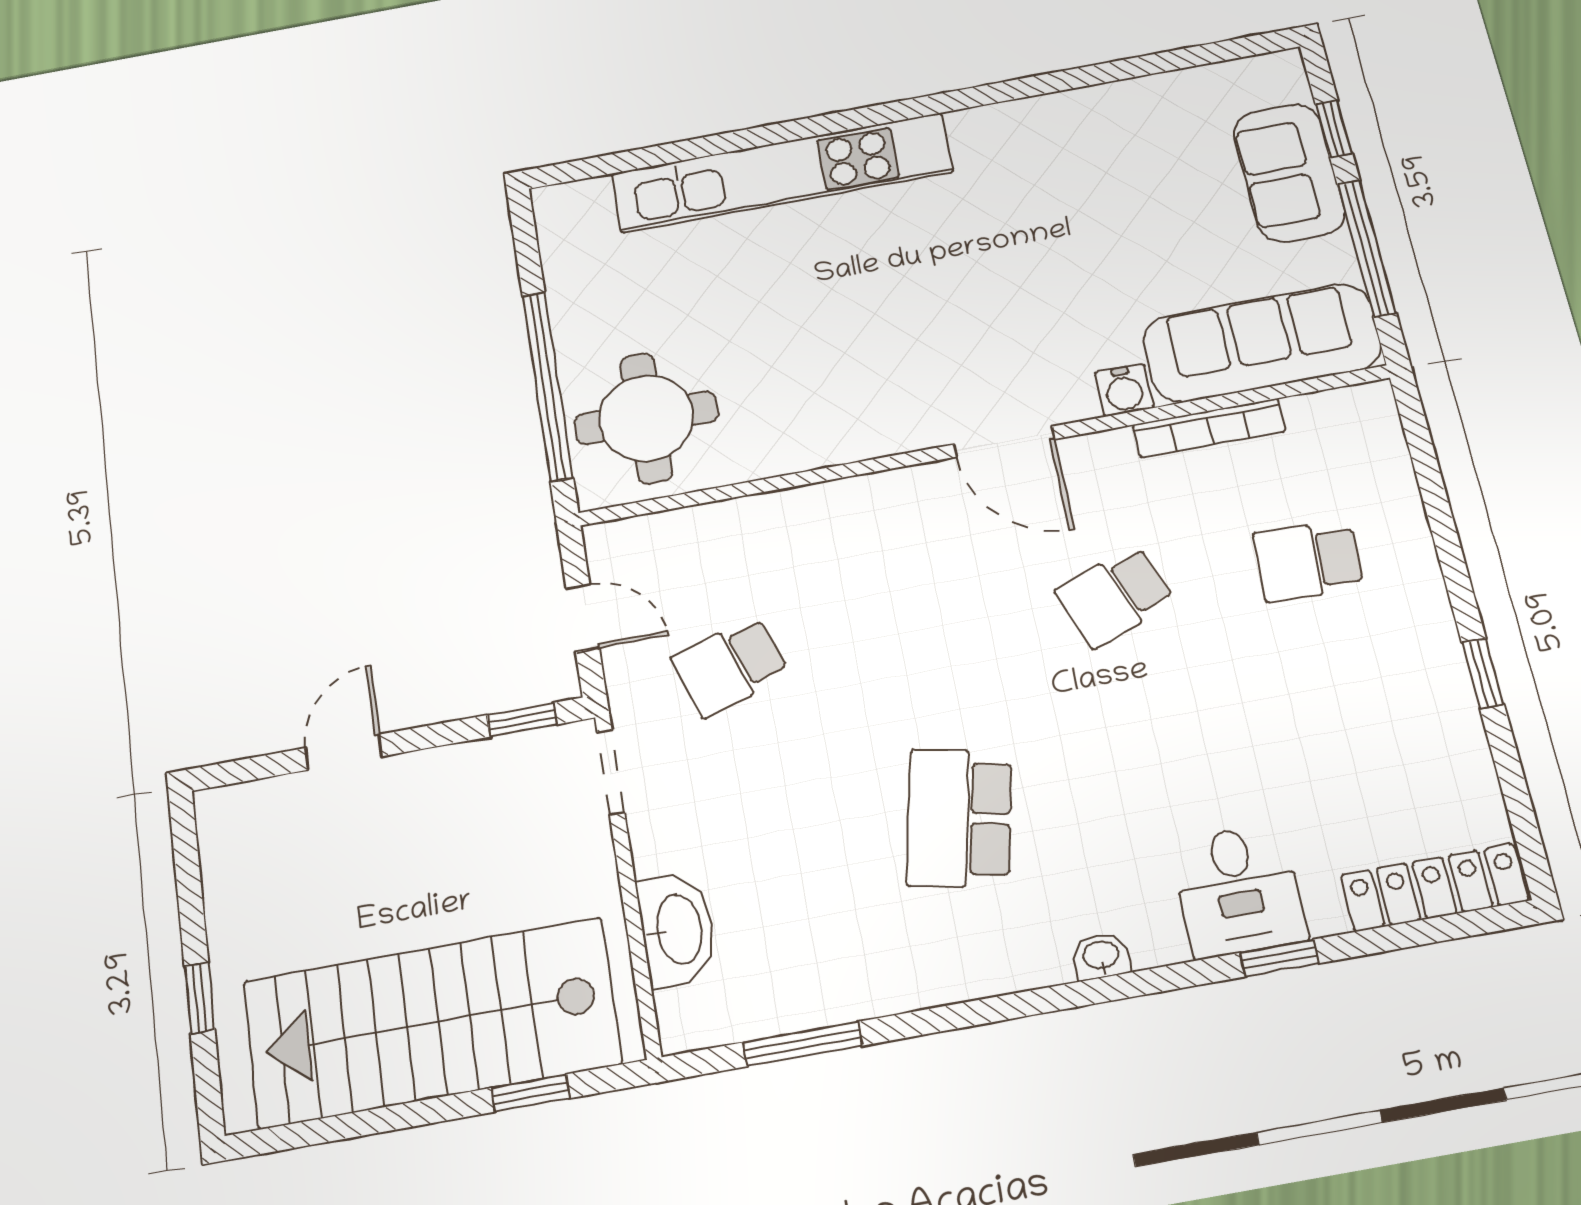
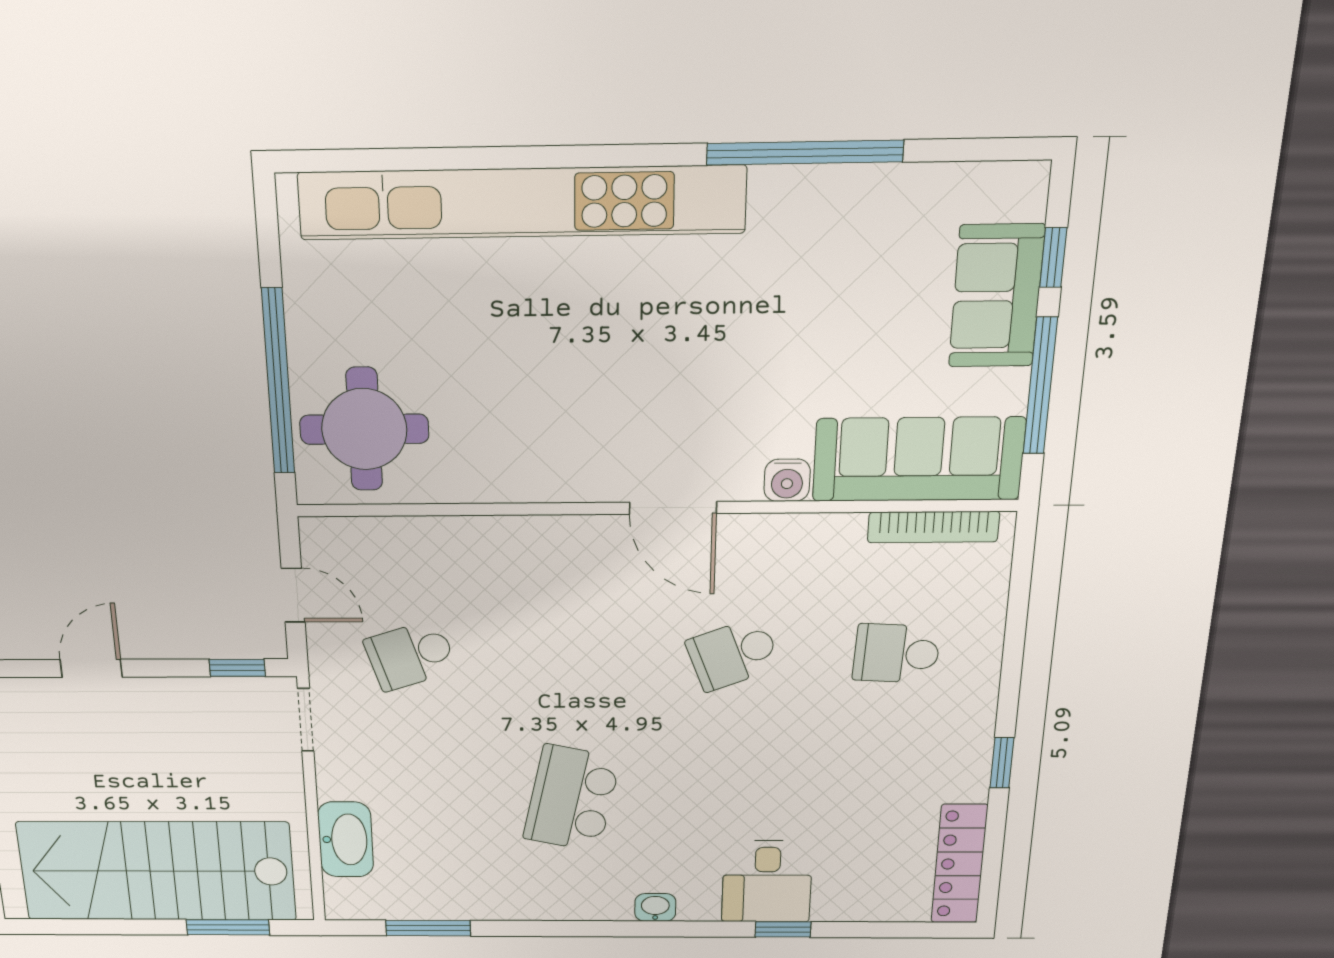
window: (1055, 82) -> (805, 153), added
kitchen unit: (782, 173) -> (521, 203), width x1.36
bookcase: (1209, 428) -> (933, 527), moved
locker: (1434, 888) -> (959, 864), moved, turned -90
window: (531, 1093) -> (228, 927), width x1.50

